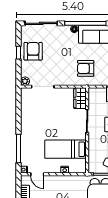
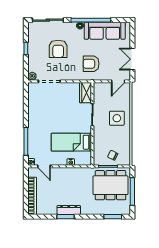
armchair: (33, 51) -> (58, 49), moved, turned 180

